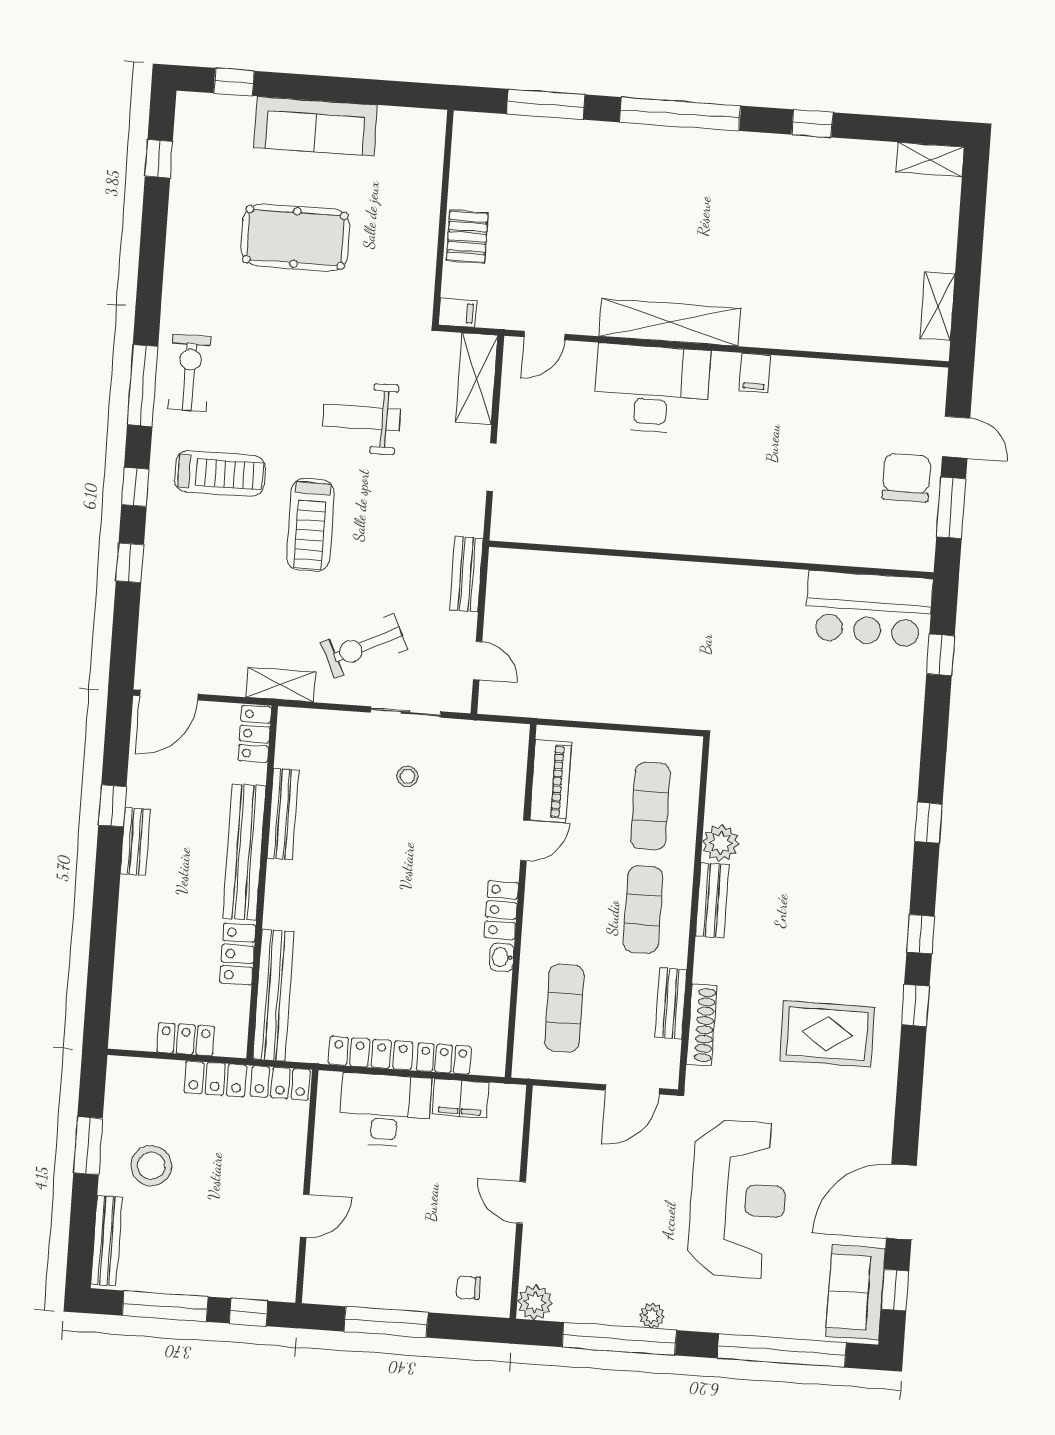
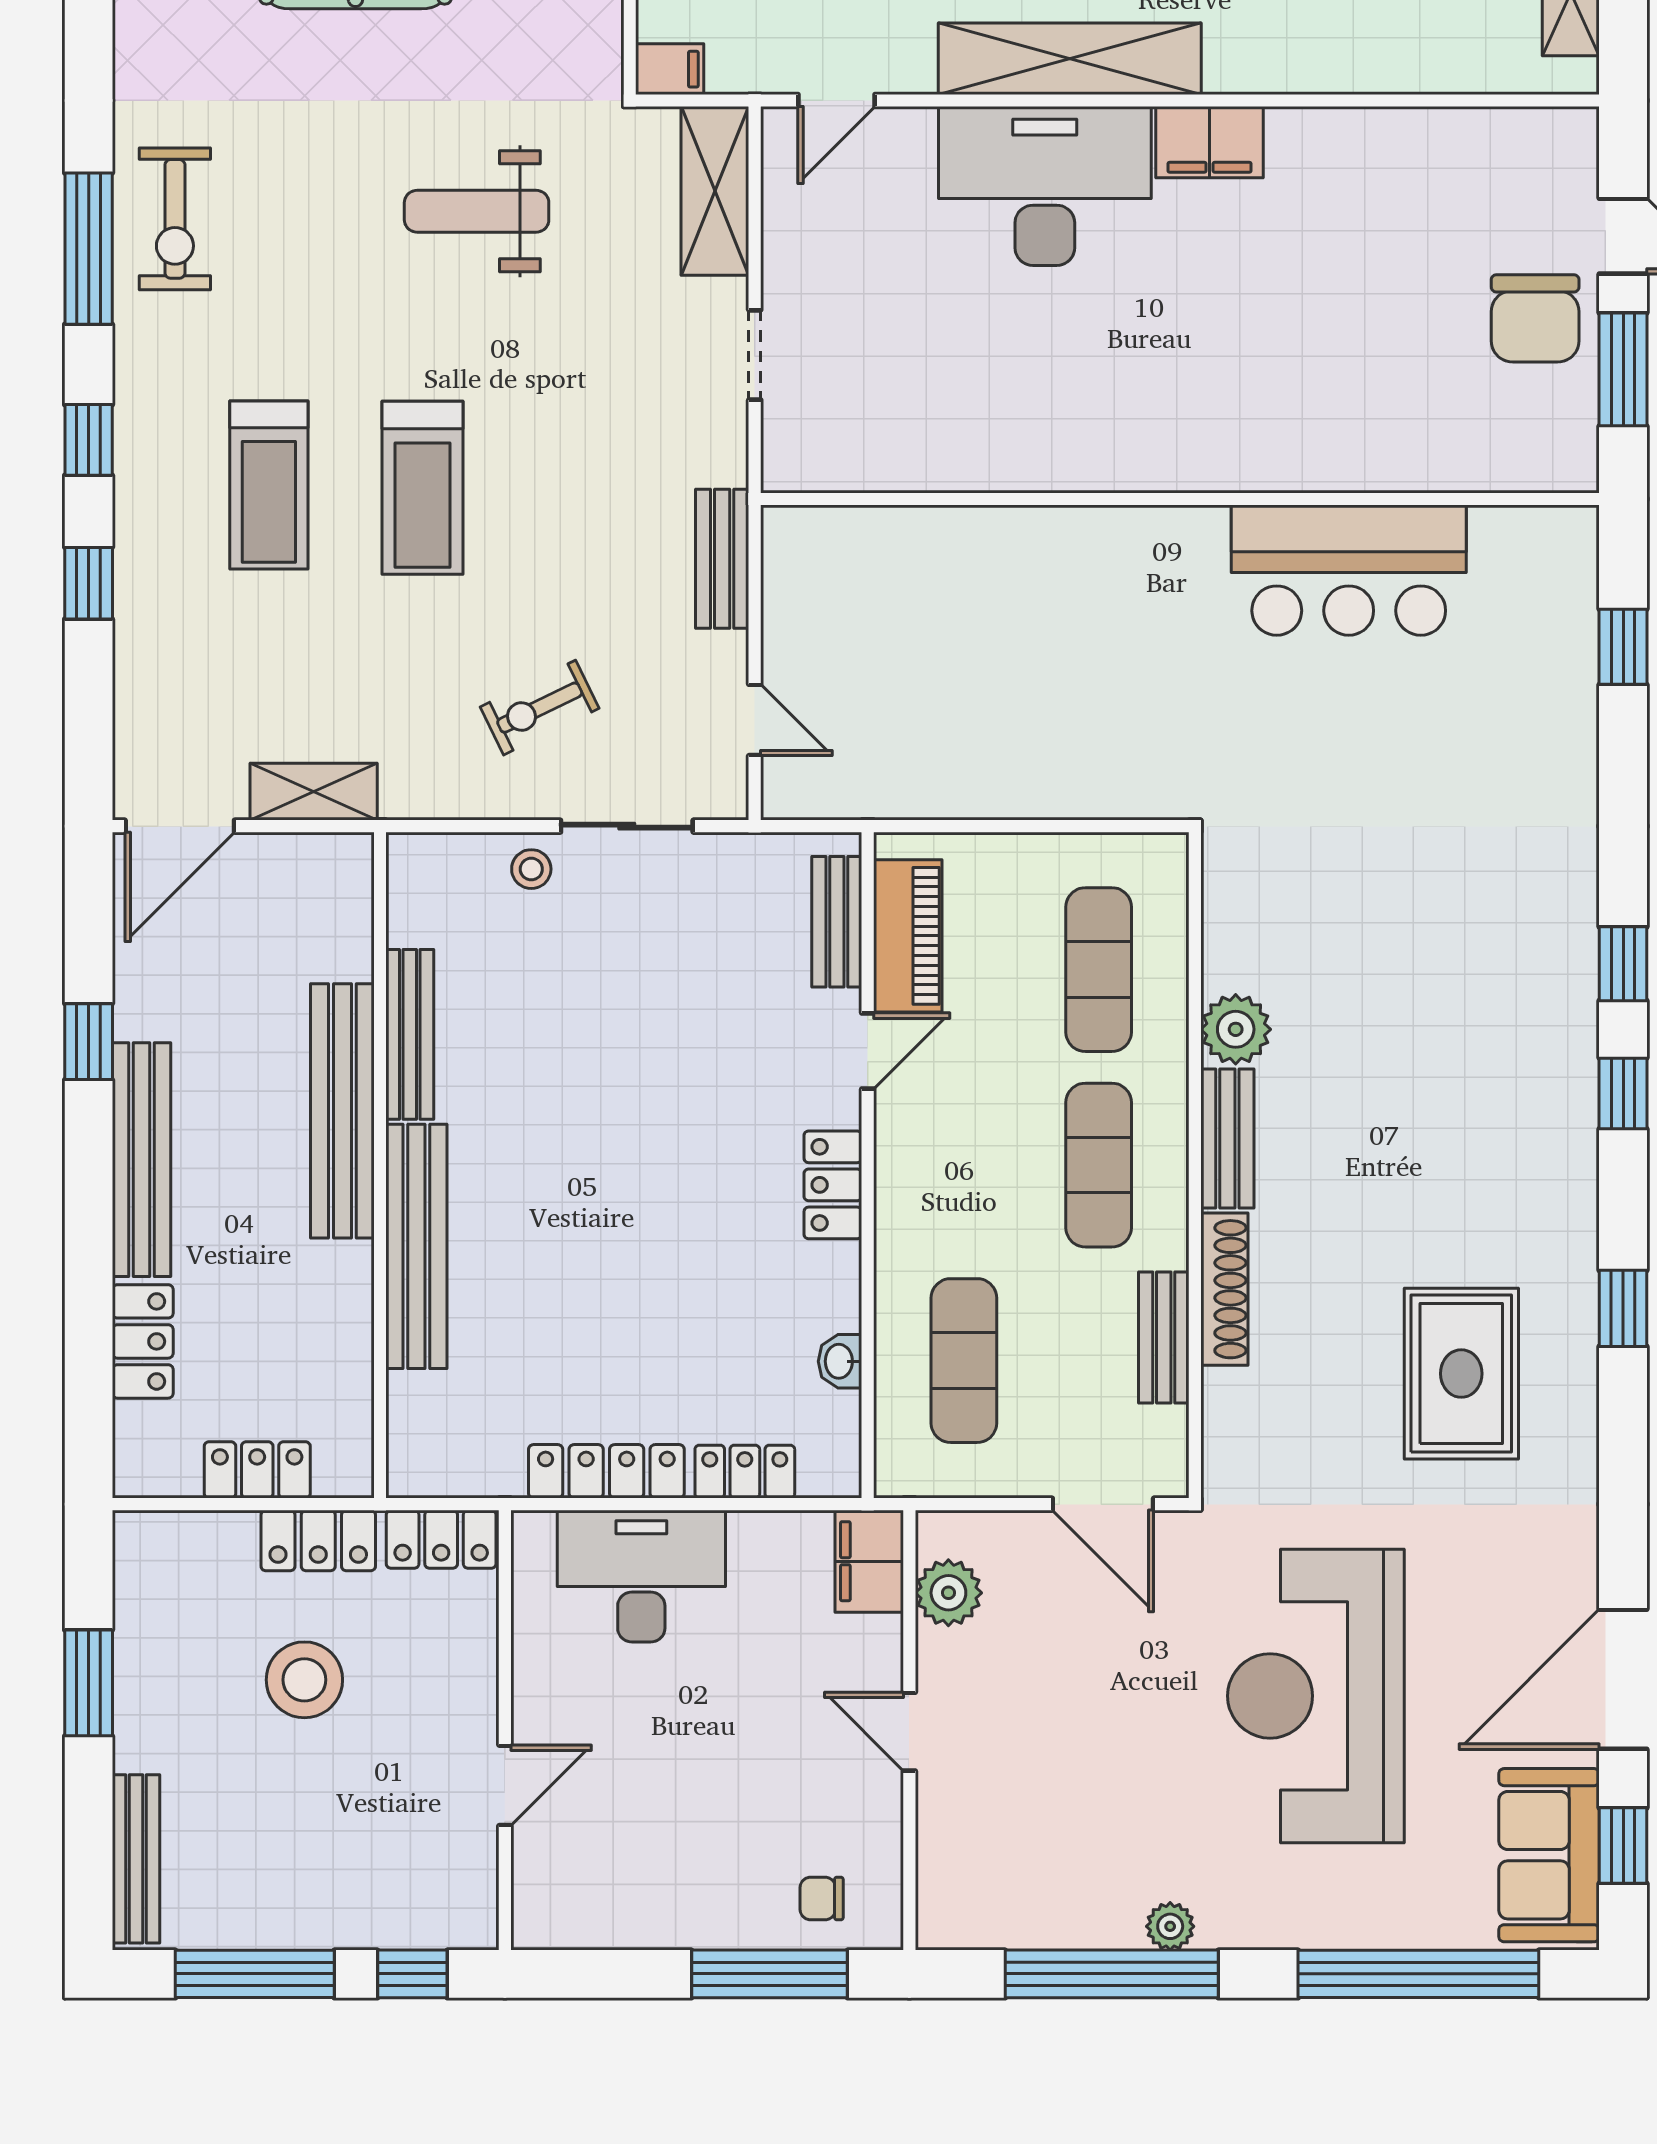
exercise bike: (189, 373) -> (175, 219), turned 180
filing cabinet: (755, 373) -> (1210, 142), width x2.00
weight bench: (361, 418) -> (477, 211), moved
treadmill: (220, 474) -> (269, 485), moved, turned 90
chair: (906, 477) -> (1535, 318), turned 180
bar counter: (869, 609) -> (1349, 570), moved
exercise bike: (364, 646) -> (540, 708), width x0.73, depth x0.72
shelving: (280, 685) -> (314, 792), moved
locker: (255, 734) -> (346, 887), removed
bench: (513, 771) -> (837, 922), added
stool: (407, 776) -> (531, 869), moved
bench: (135, 841) -> (141, 1160), width x1.86, depth x1.21
window: (921, 934) -> (1623, 1093), moved
locker: (238, 954) -> (143, 1341), moved, turned 180
washbasin: (502, 957) -> (840, 1361), moved
bench: (273, 995) -> (416, 1246), moved
shoe rack: (702, 1025) -> (1224, 1289), moved
rug: (827, 1034) -> (1461, 1374), turned 90
door: (632, 1089) -> (1103, 1504), hinge flipped
filing cabinet: (460, 1098) -> (869, 1561), moved, turned 90
stool: (151, 1166) -> (304, 1680), moved
reception desk: (738, 1199) -> (1316, 1696), turned 180
plant: (535, 1302) -> (948, 1593), moved
window: (386, 1322) -> (770, 1974), moved

